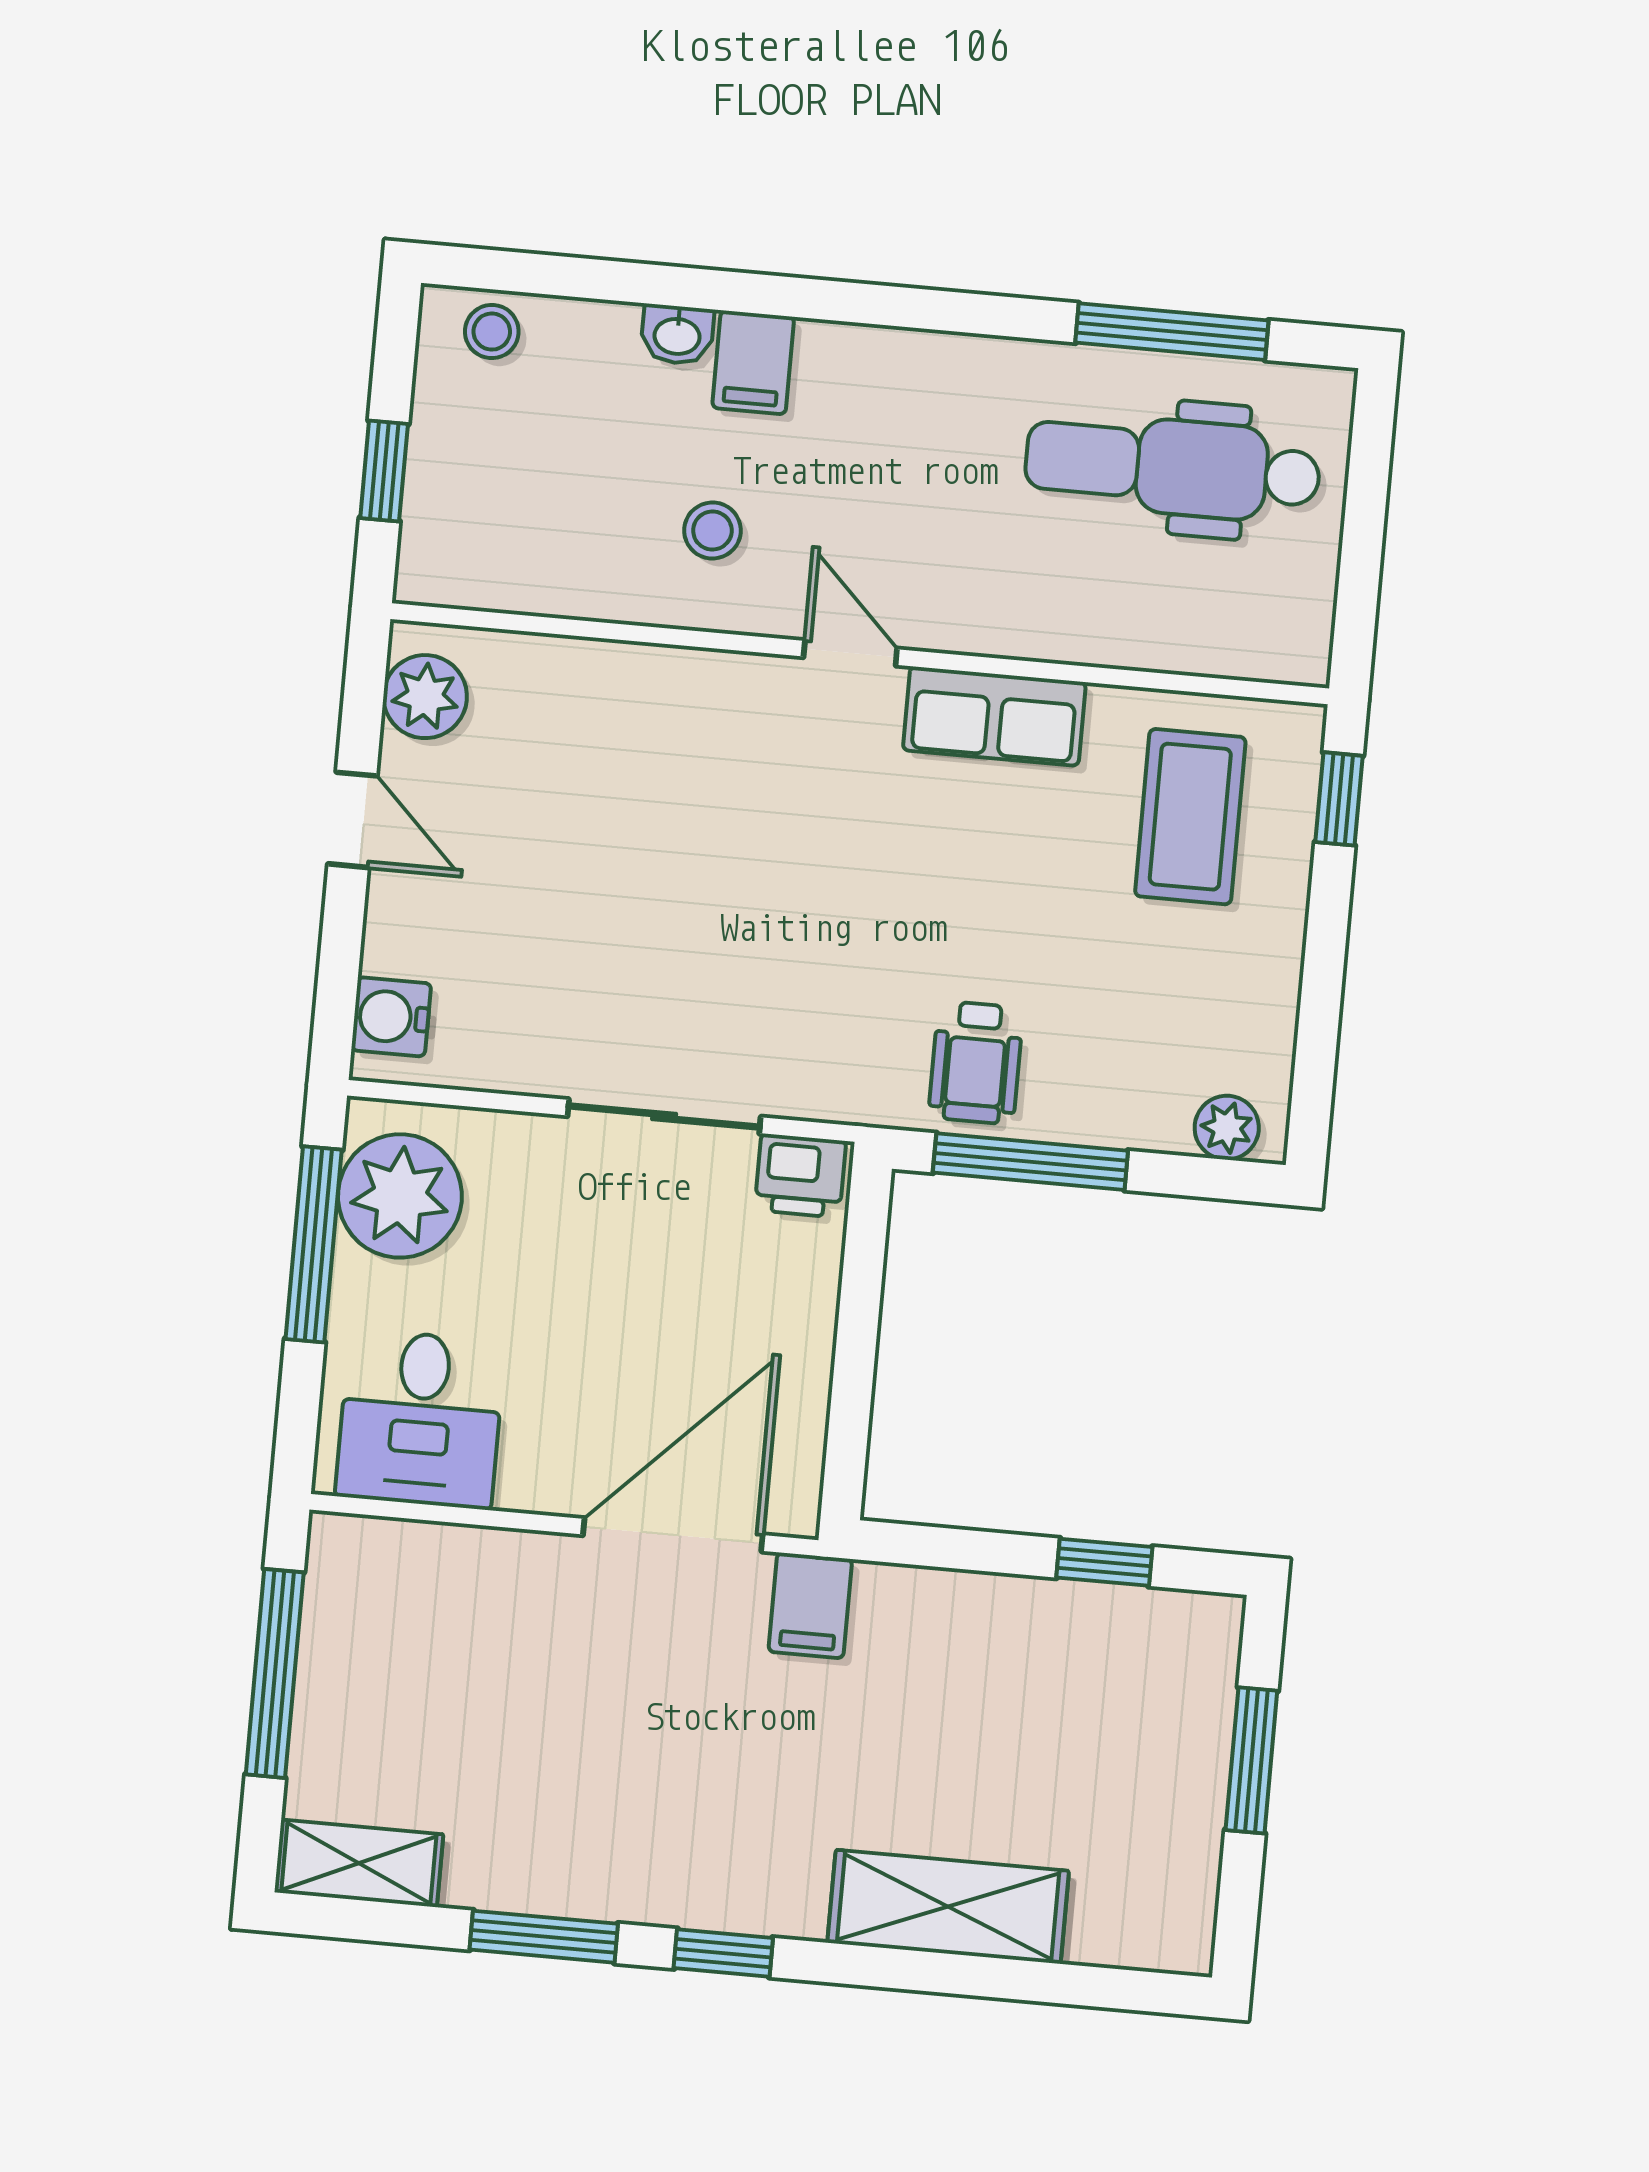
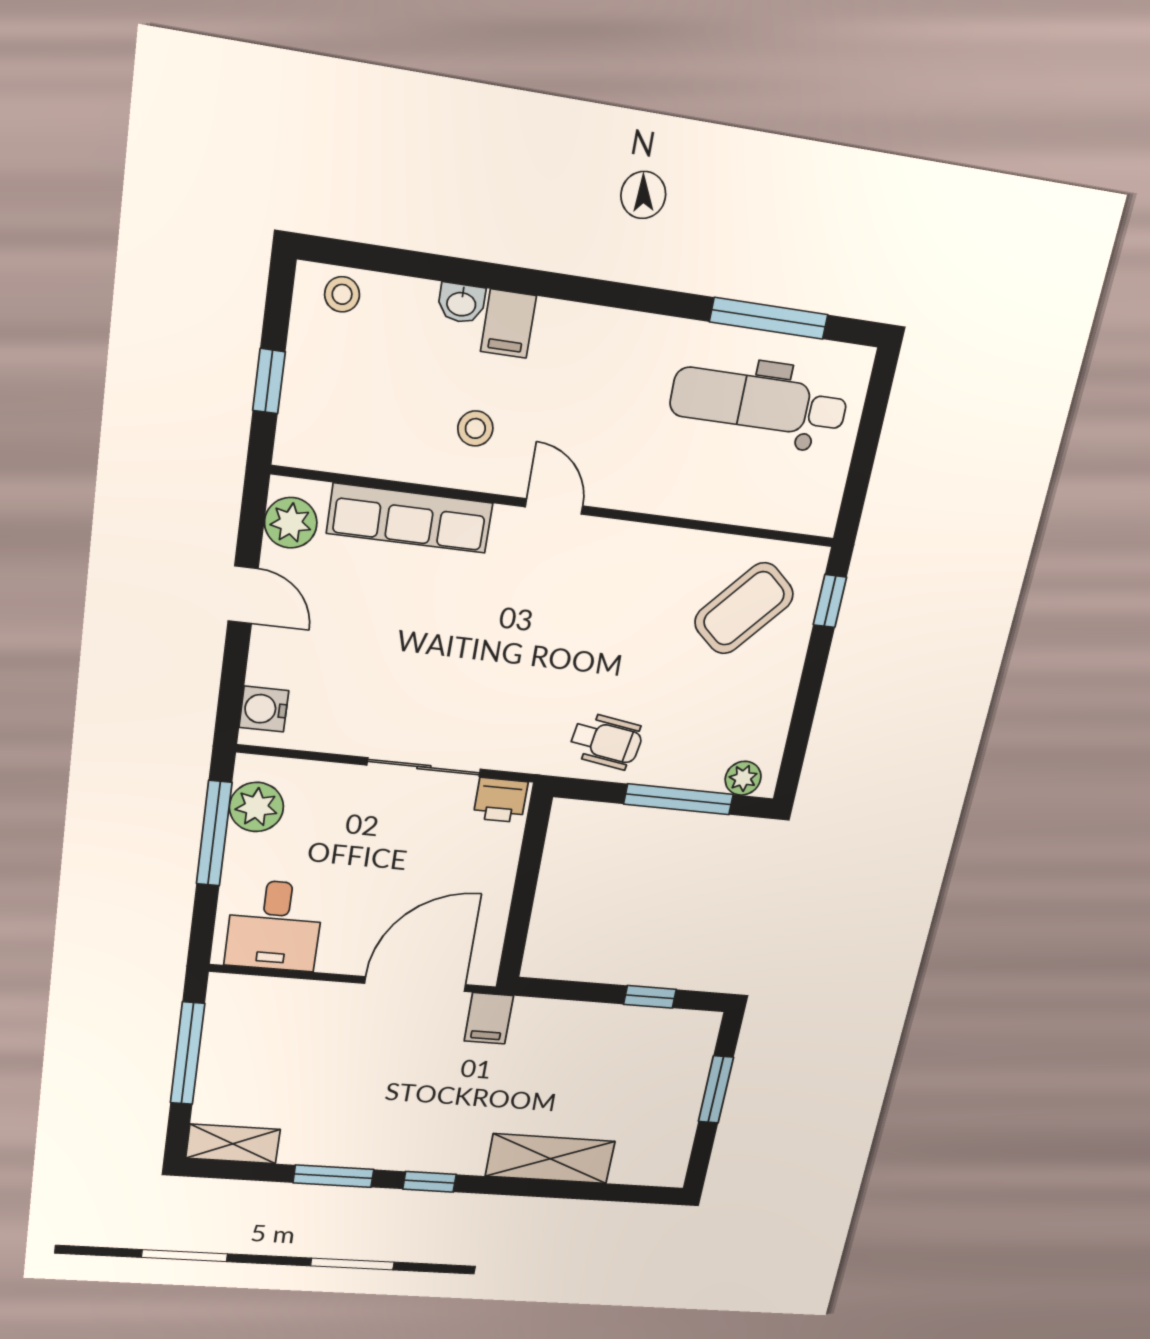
row of seats: (994, 716) -> (410, 518), moved, width x1.48
coffee table: (1190, 817) -> (744, 608), turned 41
wheelchair: (976, 1063) -> (606, 741), turned -81
window: (1030, 1162) -> (679, 799), moved
plant: (400, 1196) -> (256, 807), width x0.73, depth x0.73

